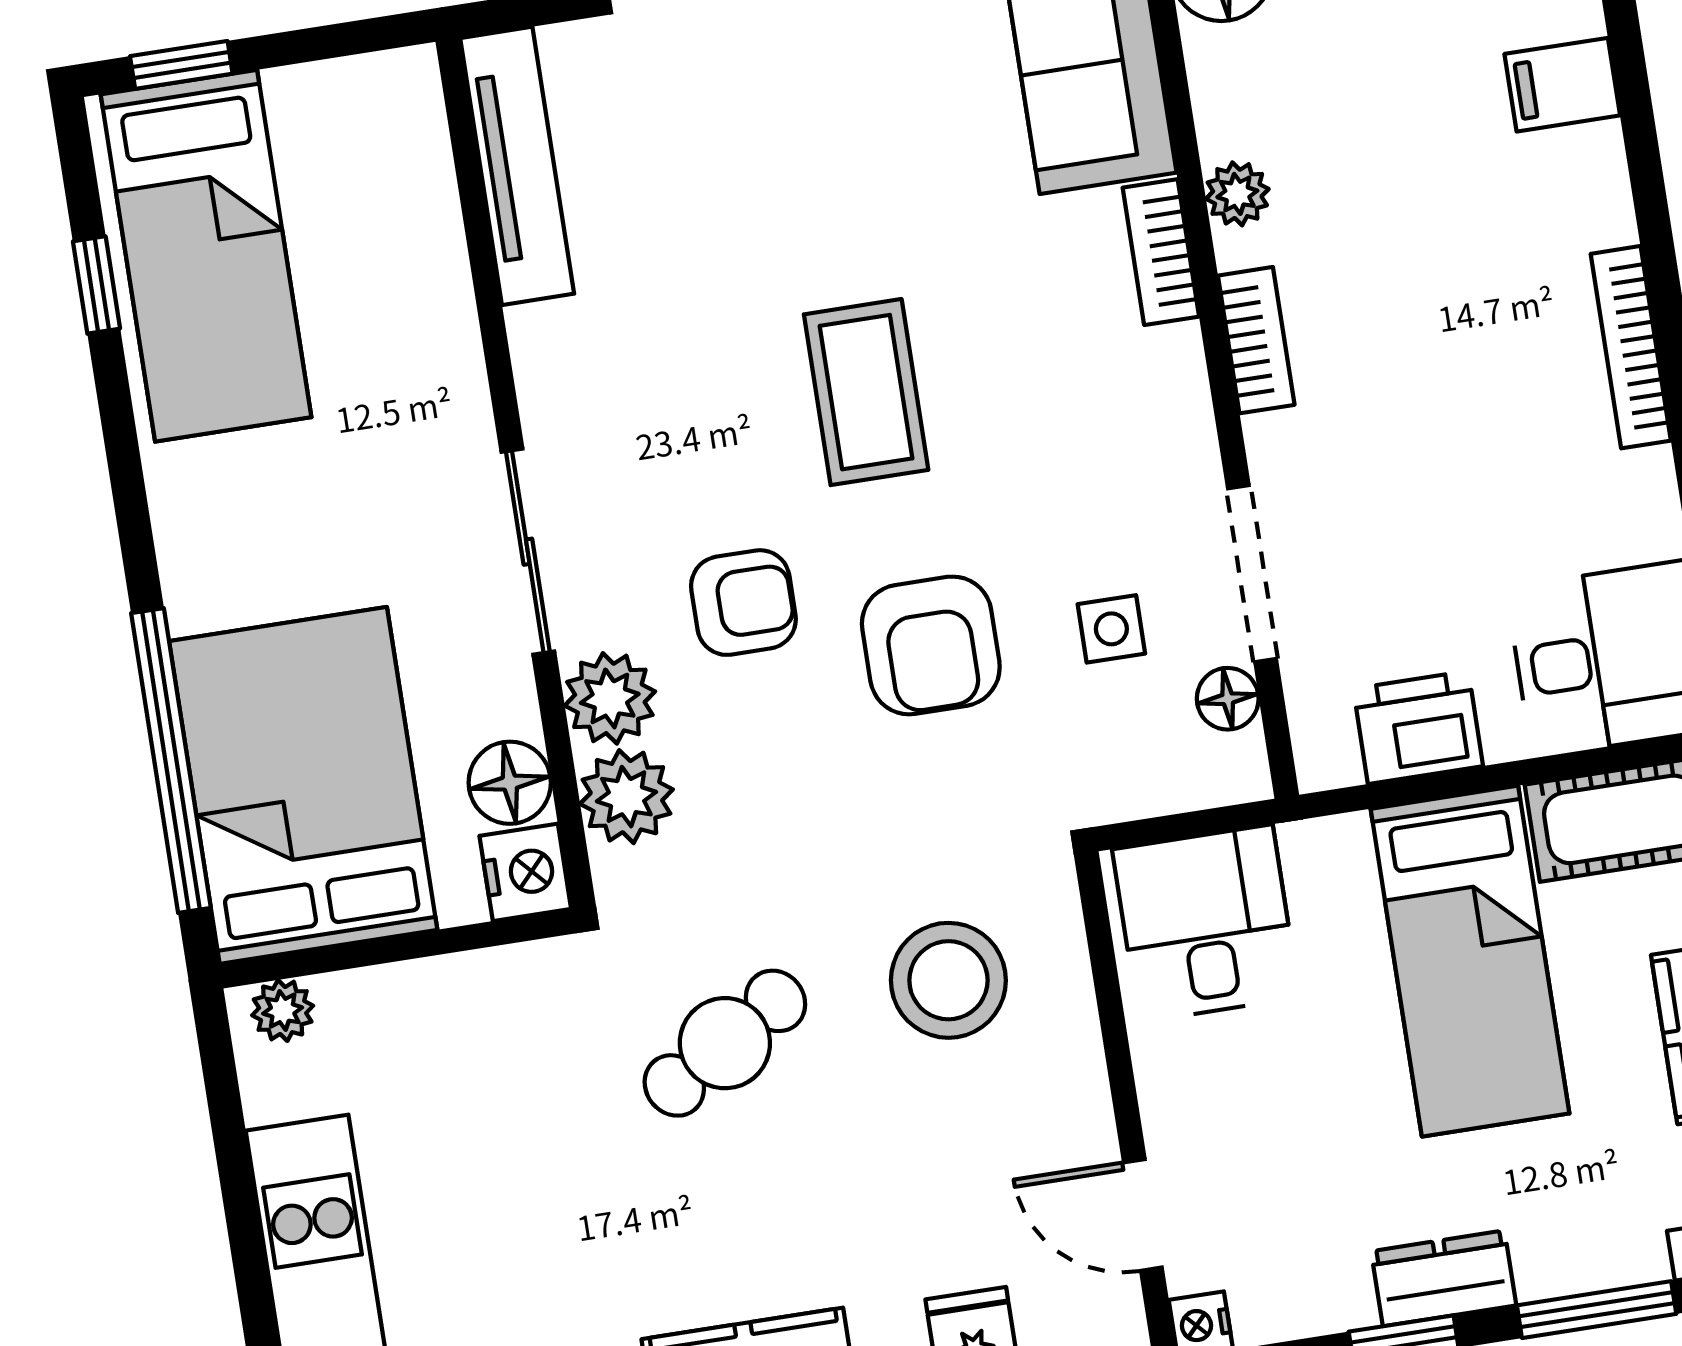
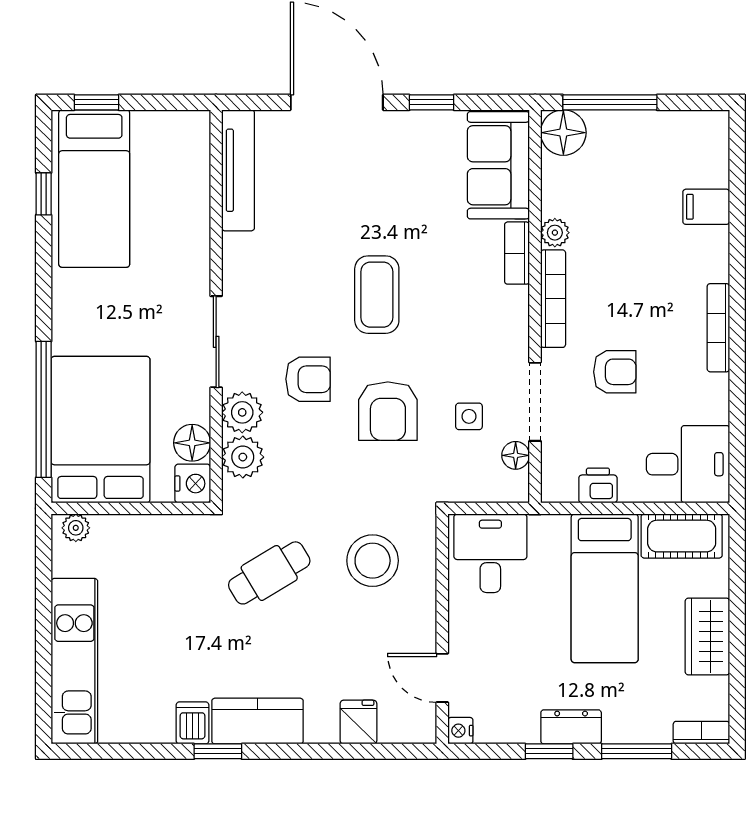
bookcase: (1256, 340) -> (553, 299), width x1.56
armchair: (1417, 480) -> (615, 372), added
printer: (1418, 727) -> (598, 485), width x0.73, depth x0.81

